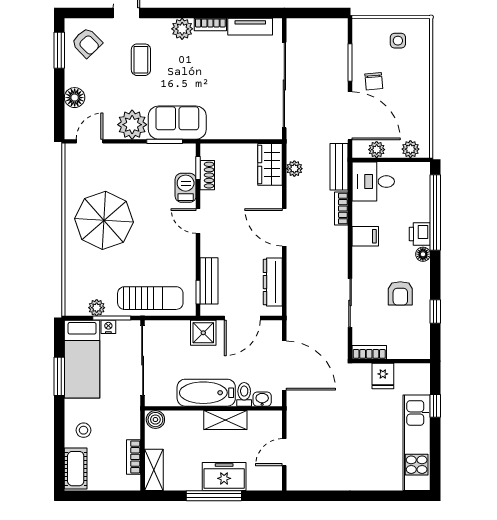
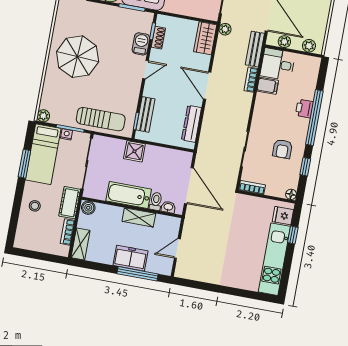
plant: (294, 169) -> (225, 29), moved
window: (435, 212) -> (314, 118), moved
door: (198, 221) -> (146, 70), swing flipped
filing cabinet: (365, 236) -> (268, 86), moved
floor lamp: (423, 254) -> (291, 194), moved
plant: (97, 308) -> (43, 116), moved
door: (242, 318) -> (165, 146), removed
fridge: (383, 376) -> (283, 216), moved, turned 90
cot: (76, 469) -> (70, 203), moved
window: (214, 496) -> (138, 274), moved

